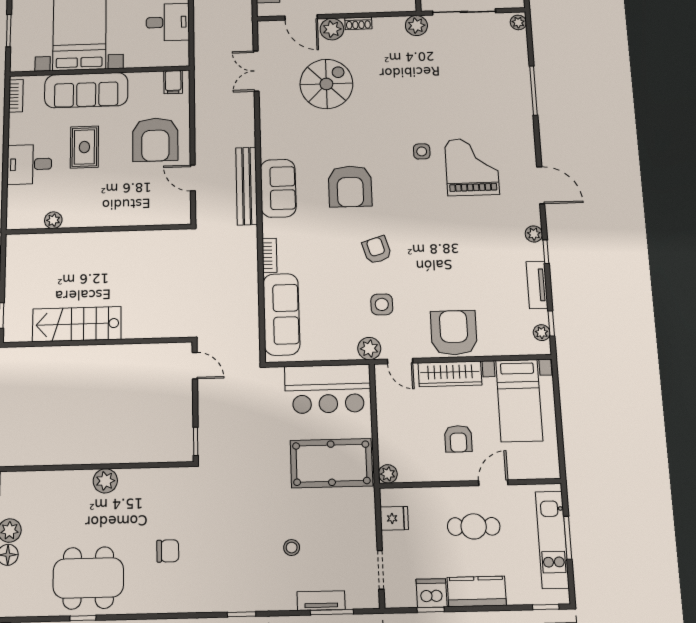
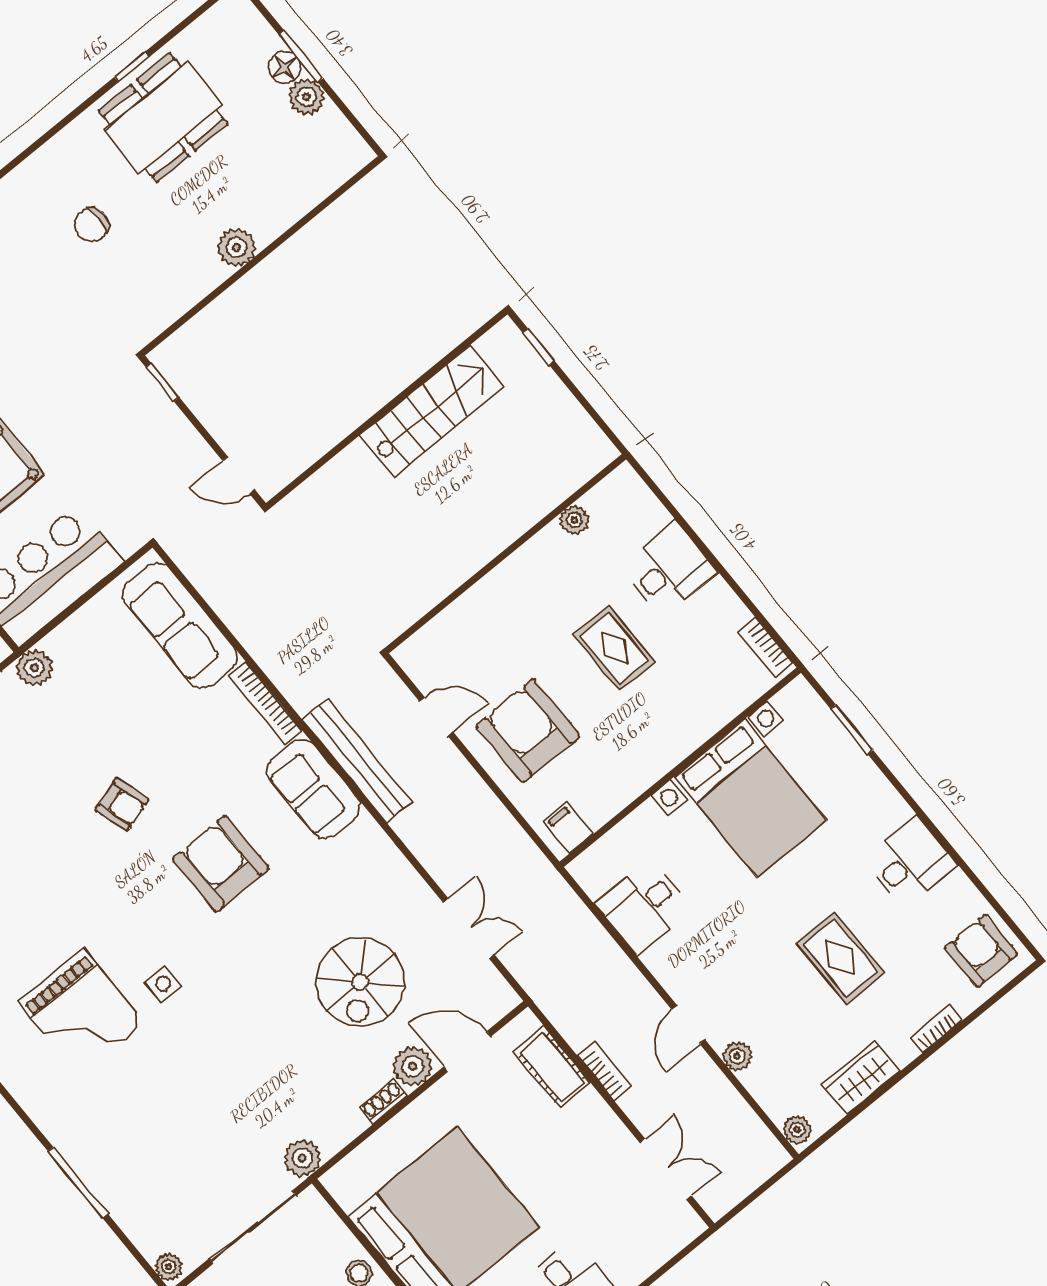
sofa: (86, 90) -> (676, 727), removed
bookcase: (269, 255) -> (265, 703), width x1.56
side table: (382, 304) -> (61, 737), removed

